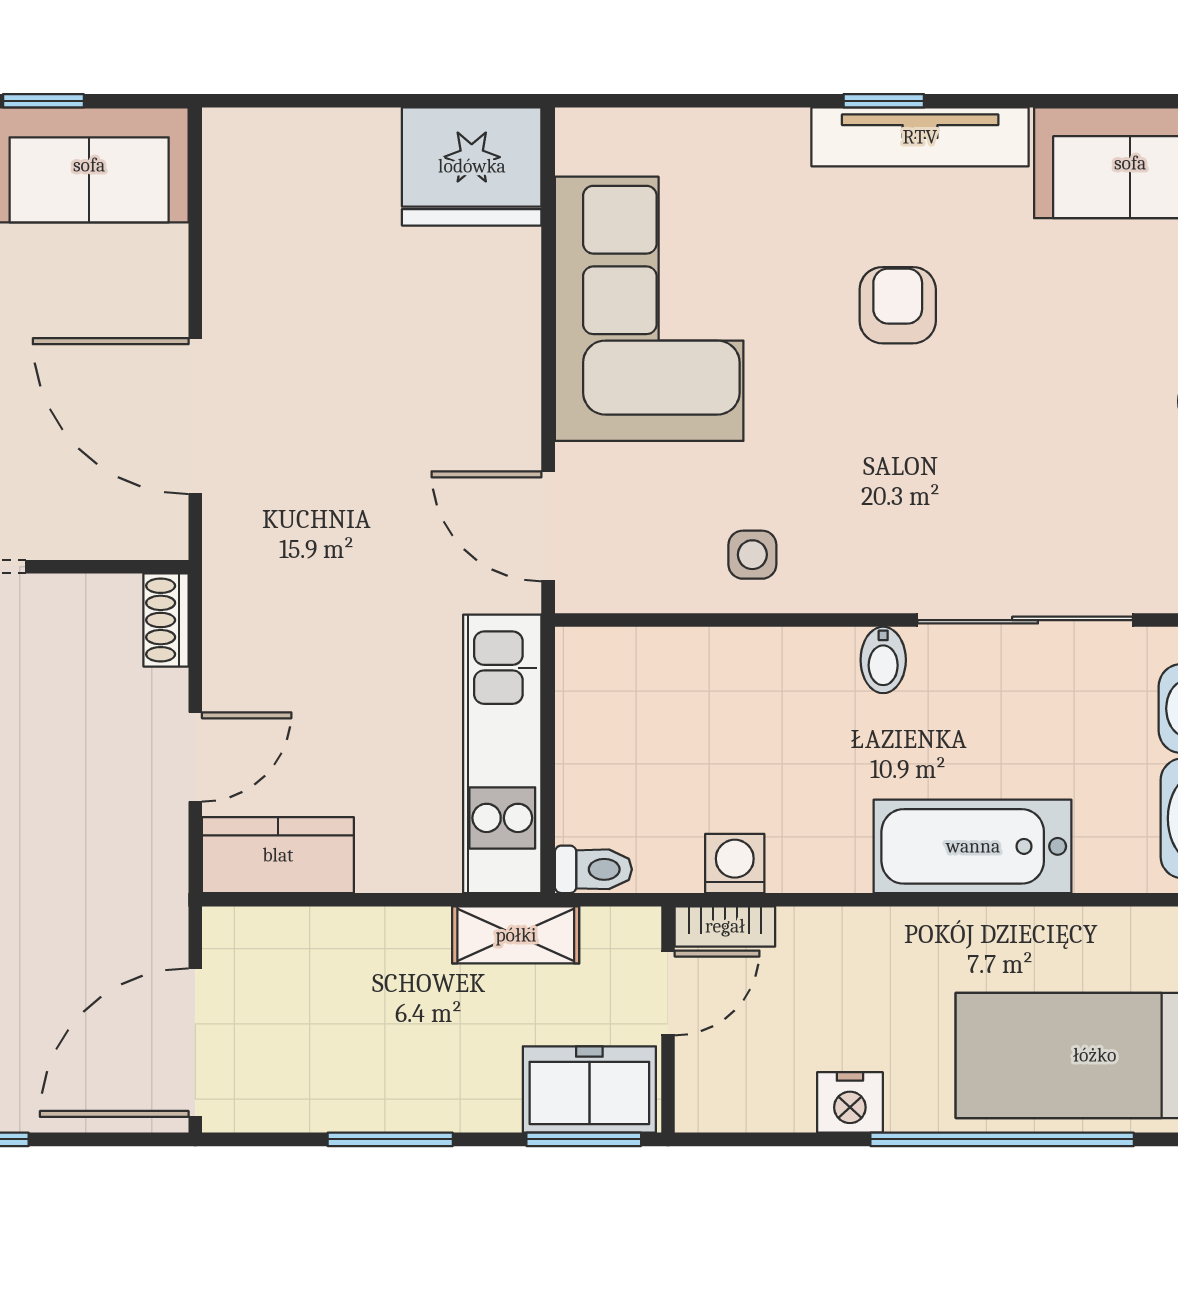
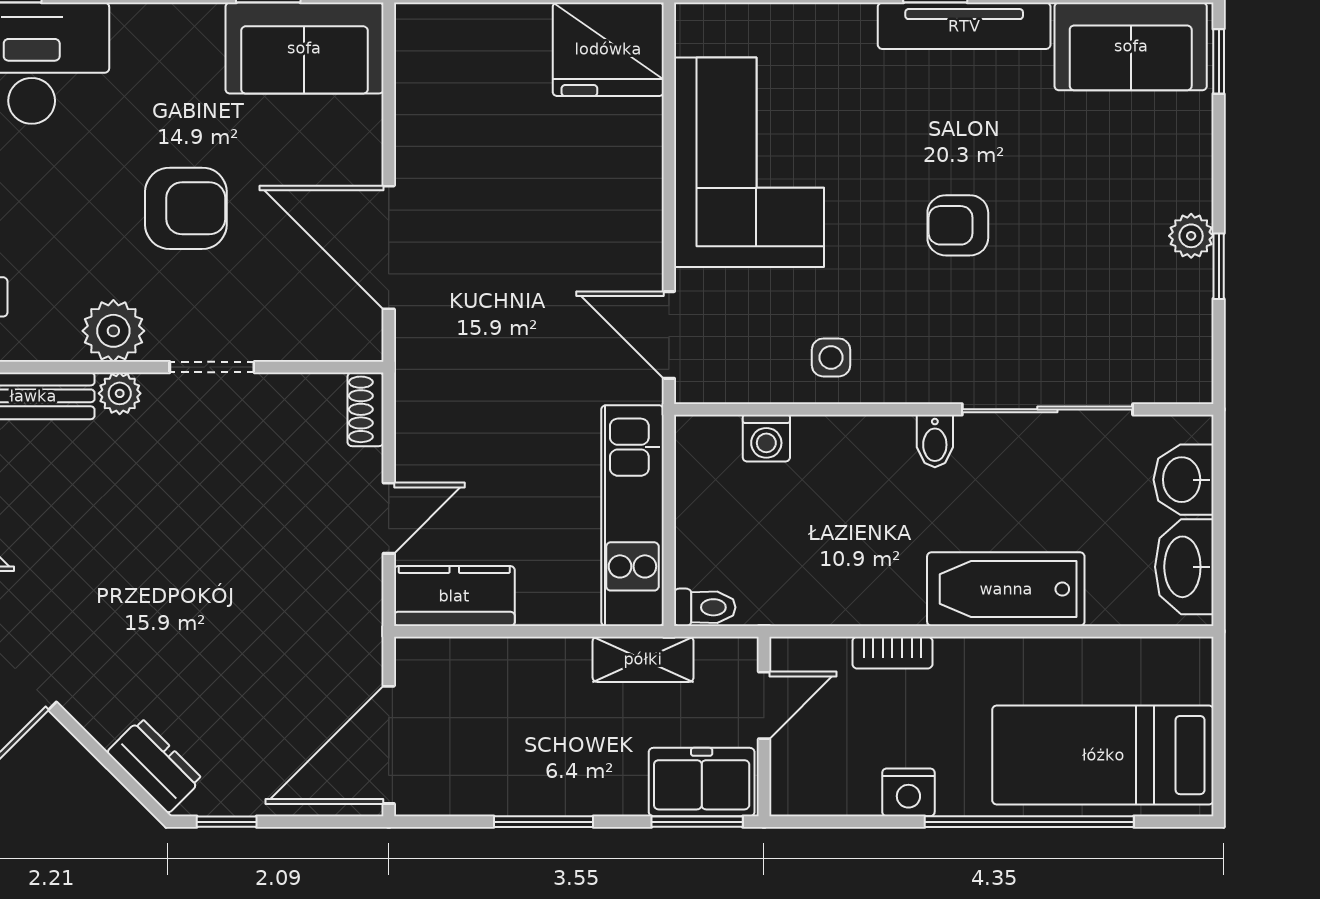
armchair: (898, 305) -> (958, 225), moved, turned -90
washing machine: (735, 863) -> (766, 438), moved, turned 180
bookcase: (725, 926) -> (892, 653), moved

